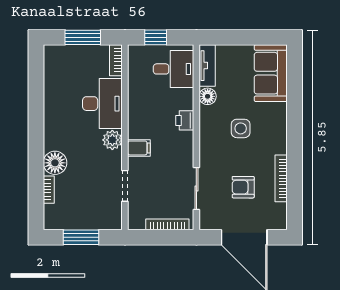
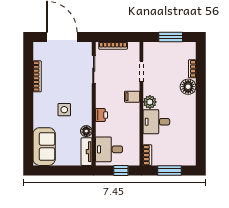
desk: (102, 104) -> (156, 122), width x0.73
armchair: (243, 187) -> (63, 70), removed

